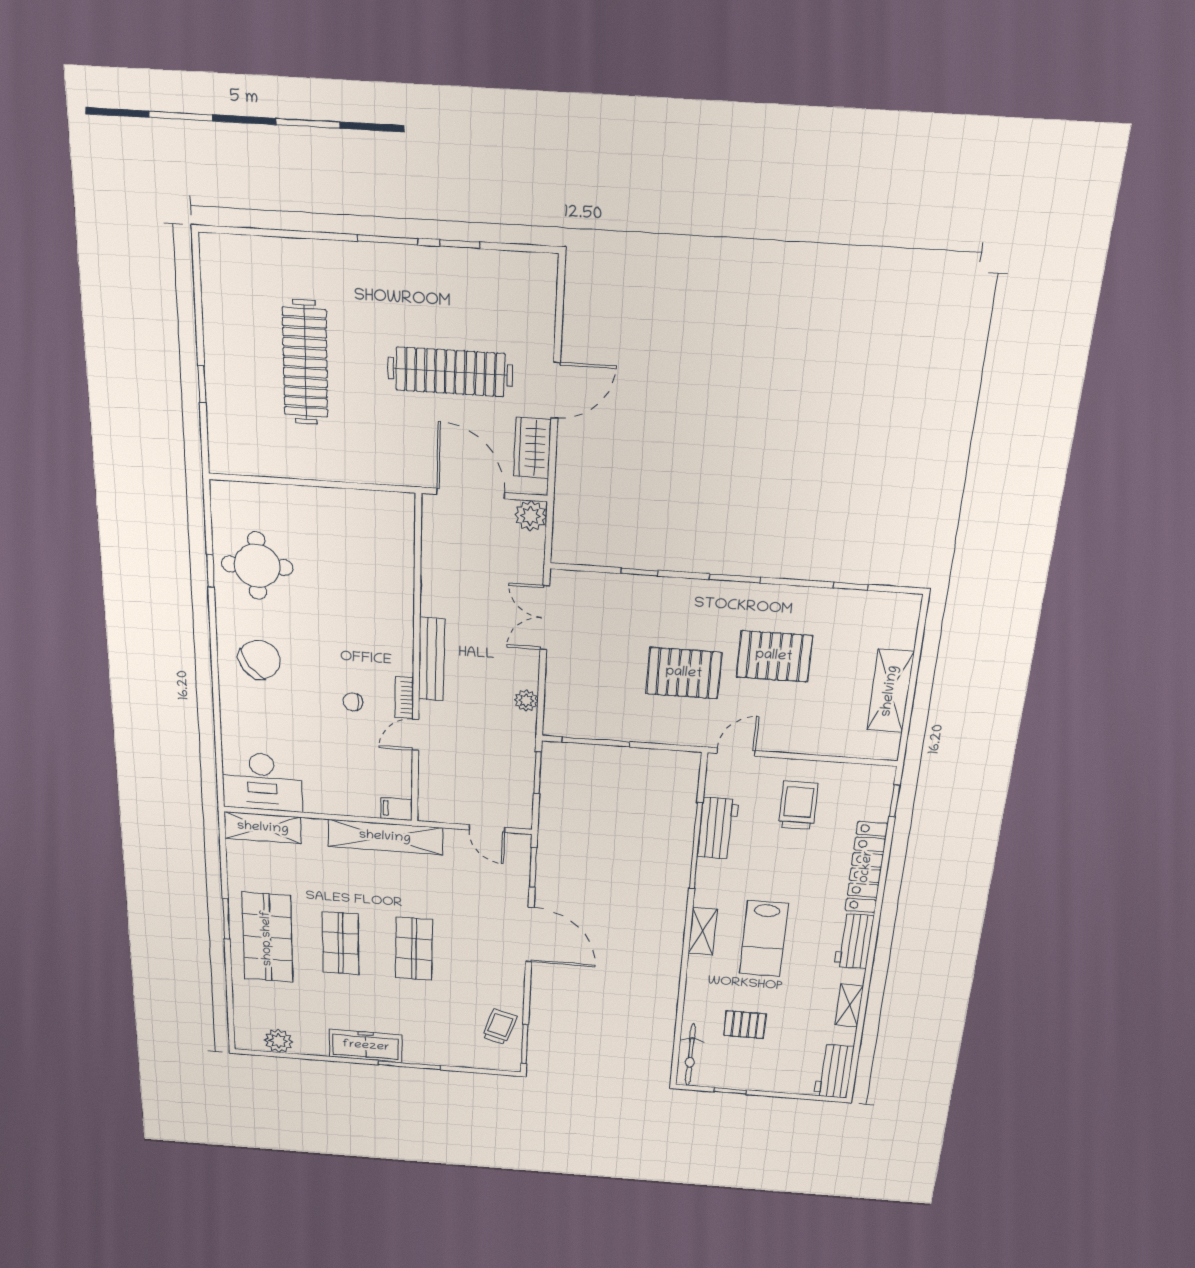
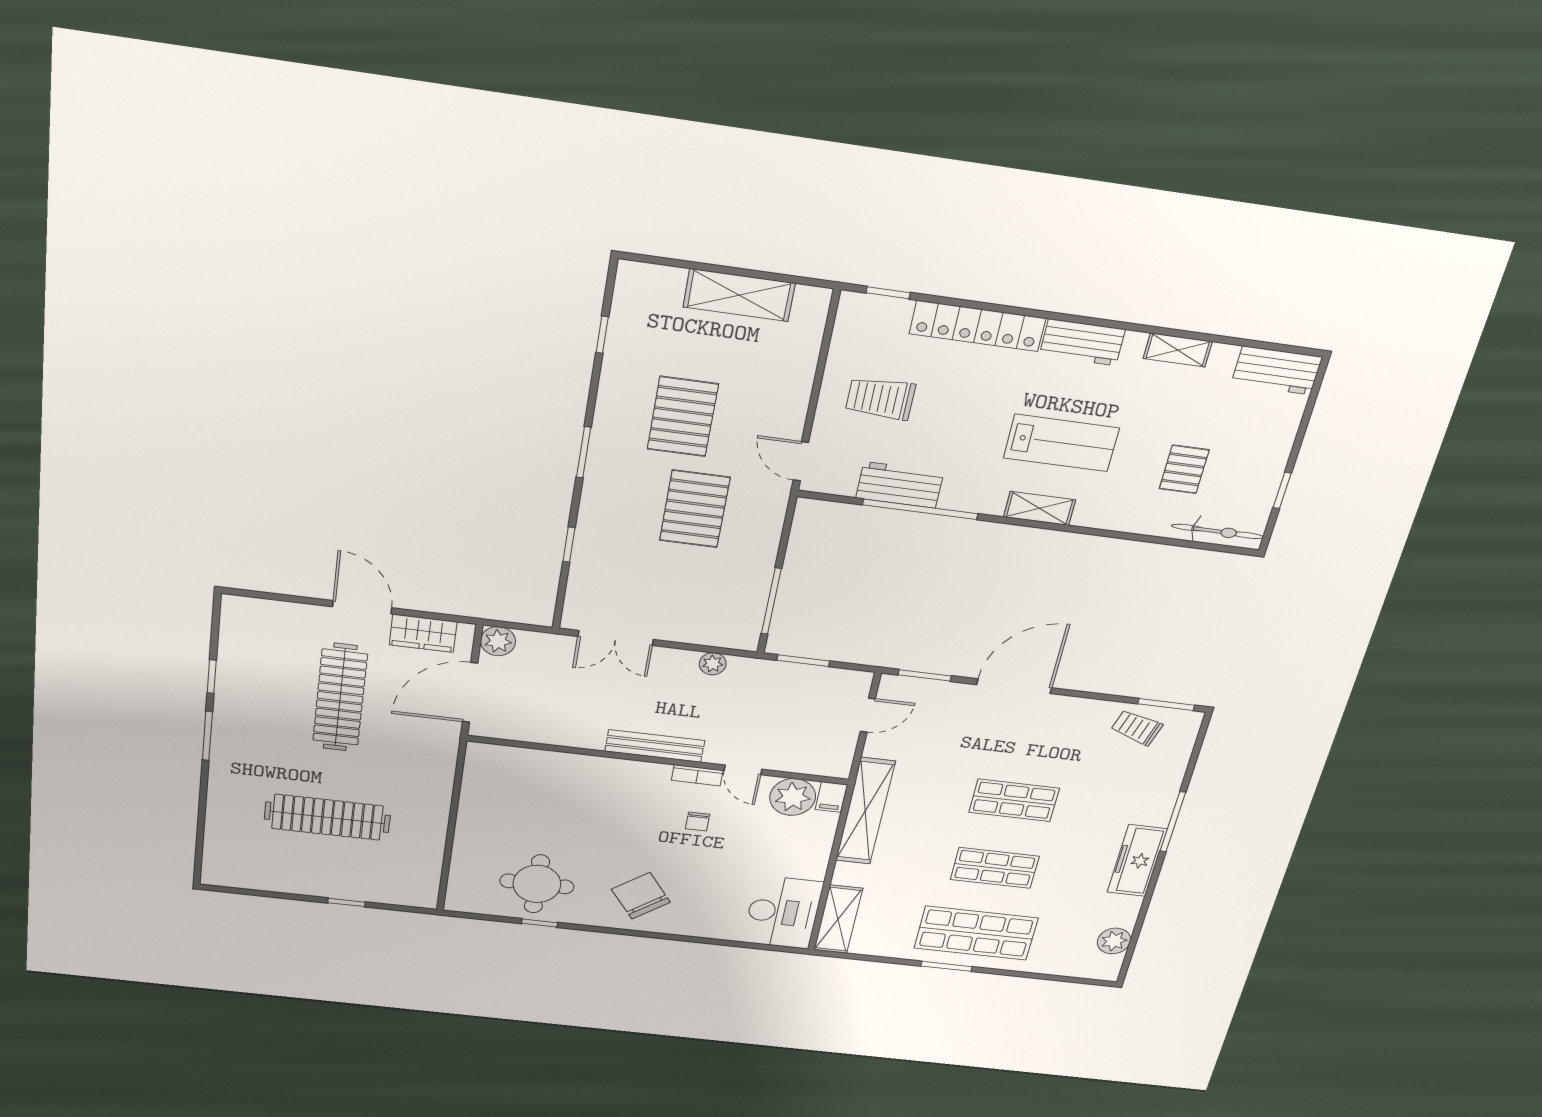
plant: (392, 778) -> (793, 797), added

